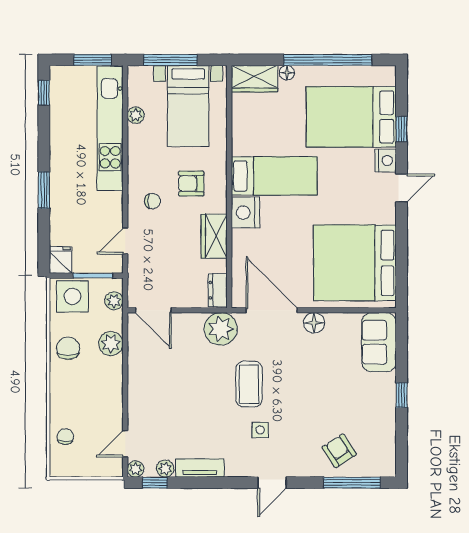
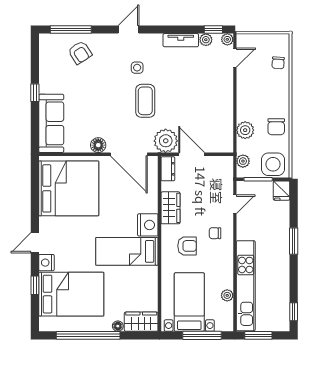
door: (153, 310) -> (192, 154), moved
sofa: (379, 342) -> (51, 123), width x1.36

